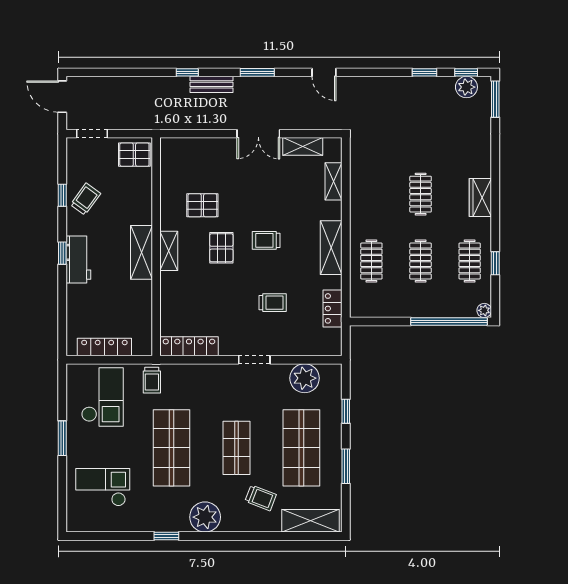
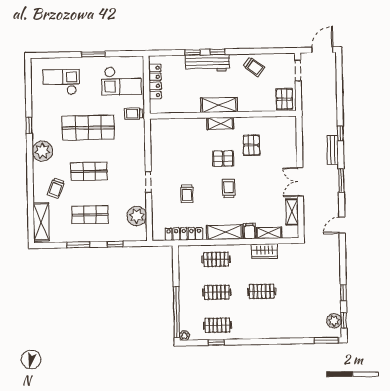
window: (62, 195) -> (193, 52), moved
wardrobe: (480, 197) -> (264, 251), moved, turned 180
filing cabinet: (330, 210) -> (250, 231), added
workbench: (78, 260) -> (207, 63), width x1.38
locker: (333, 308) -> (184, 234), width x1.53
locker: (189, 346) -> (157, 138), removed
shop shelf: (301, 448) -> (90, 215), width x0.70, depth x0.74
checkout: (103, 487) -> (61, 82), turned -90

